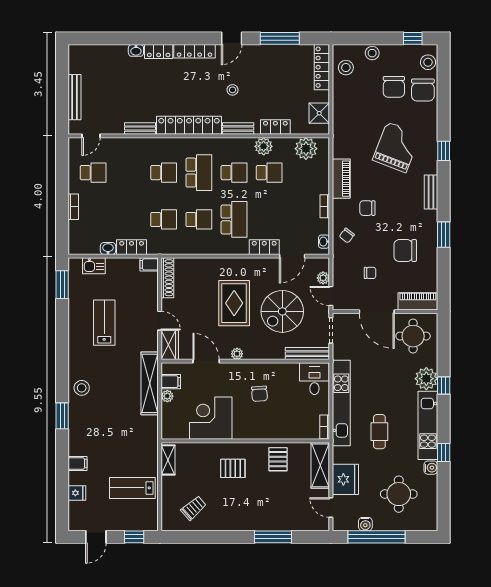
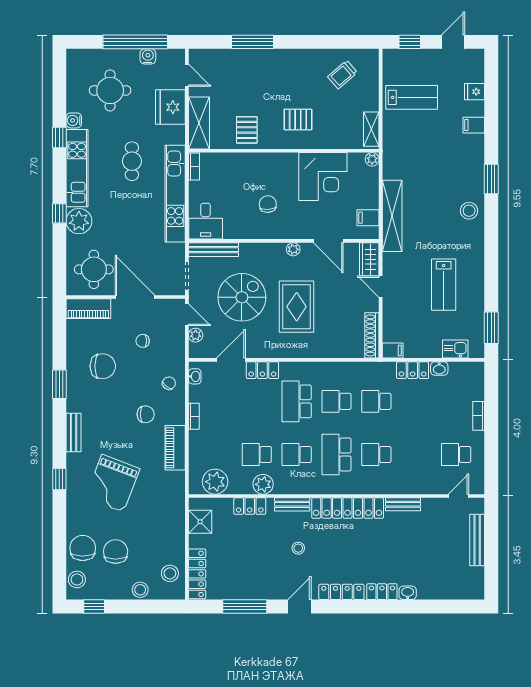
plant: (167, 396) -> (372, 159), moved

